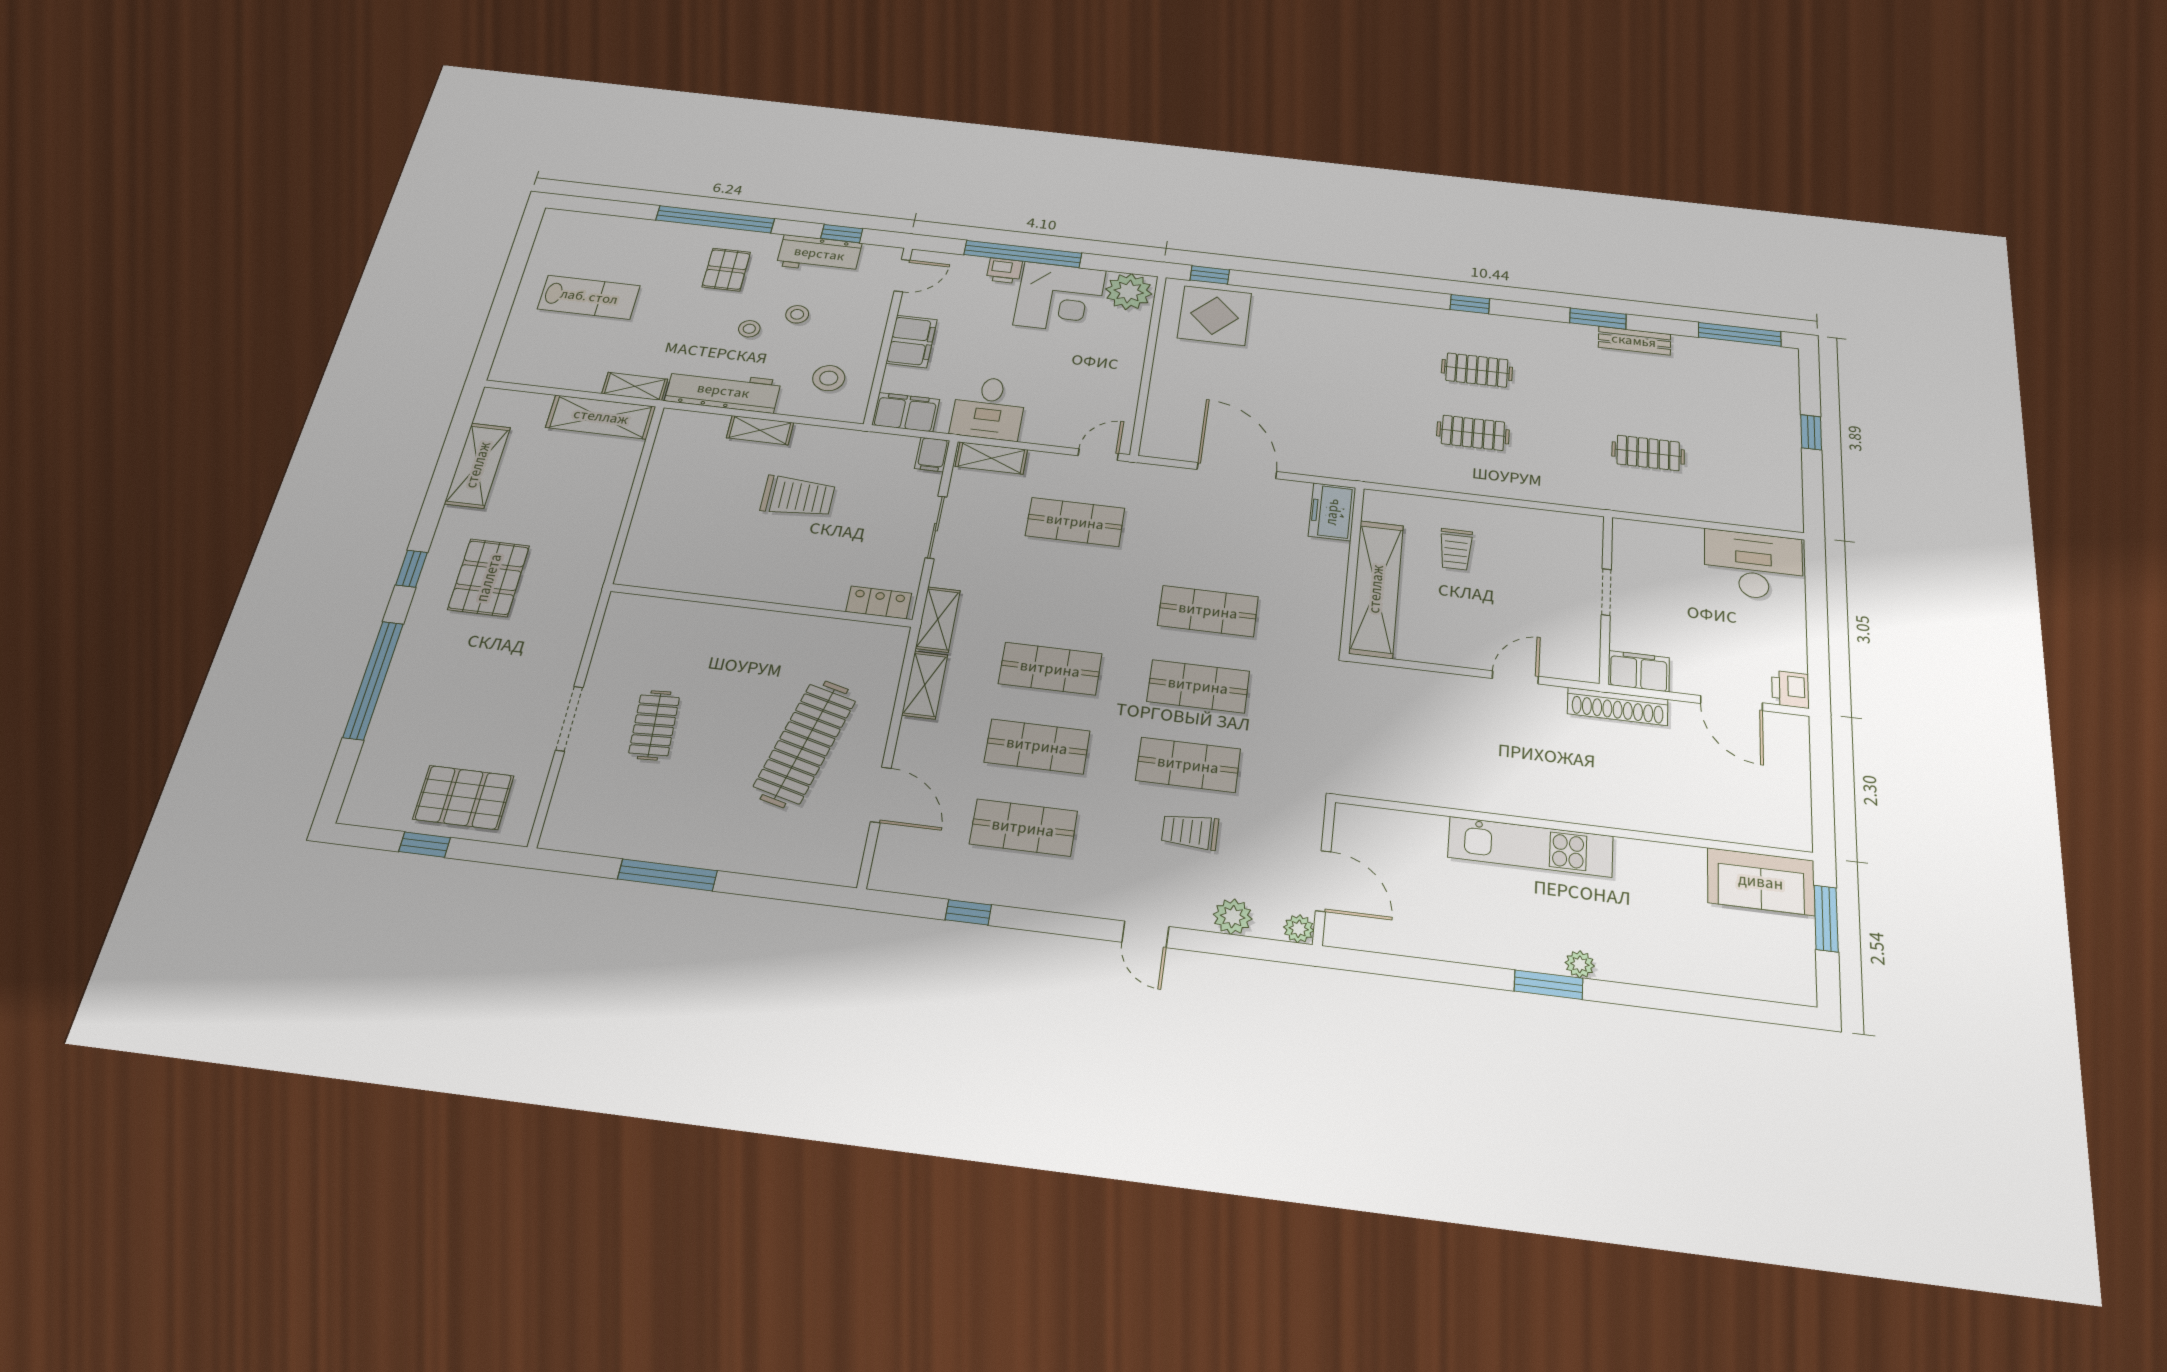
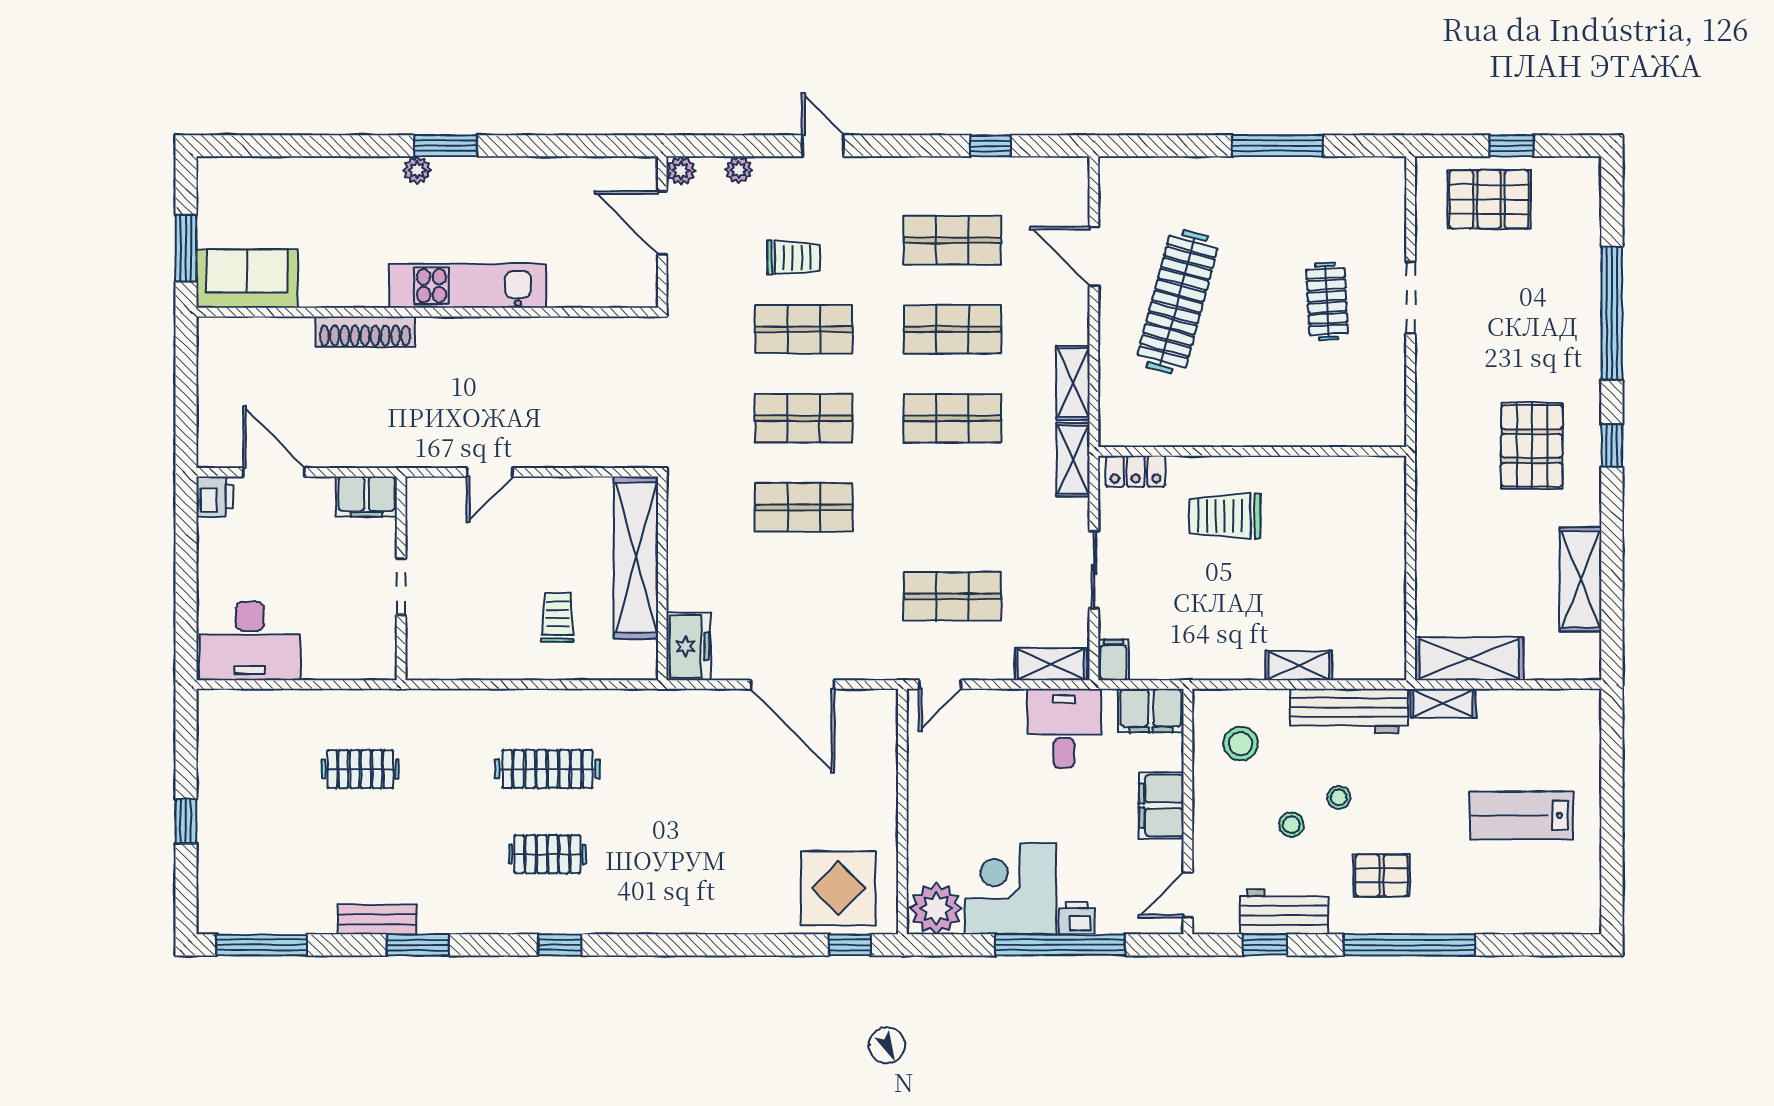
pallet: (726, 270) -> (1381, 875), turned 90
clothes rail: (1473, 433) -> (547, 769), width x1.36
trolley: (798, 497) -> (1225, 516), moved
shoe rack: (1618, 706) -> (365, 332), moved, turned 180
plant: (1233, 917) -> (739, 170), width x0.73, depth x0.73

